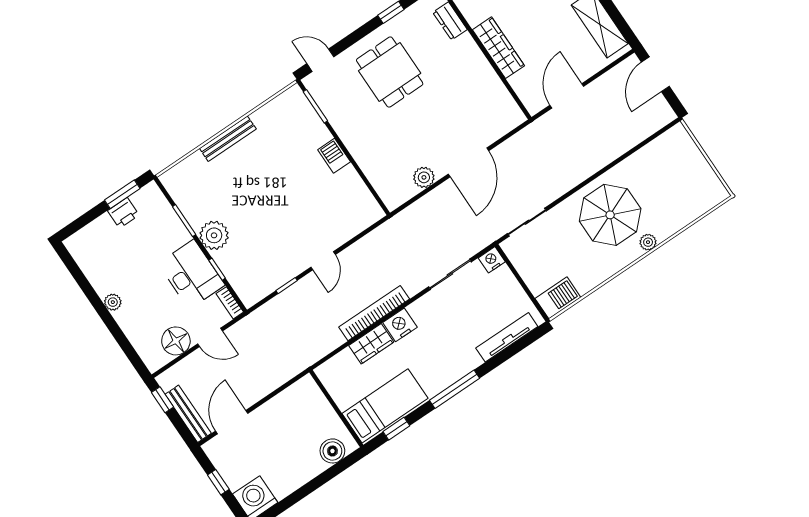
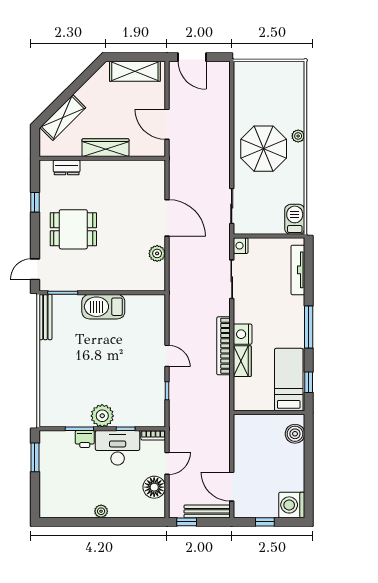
bench: (228, 139) -> (45, 317), moved
barbecue: (334, 156) -> (103, 307), width x1.88, depth x1.53
printer: (123, 213) -> (85, 439), moved, turned 90

